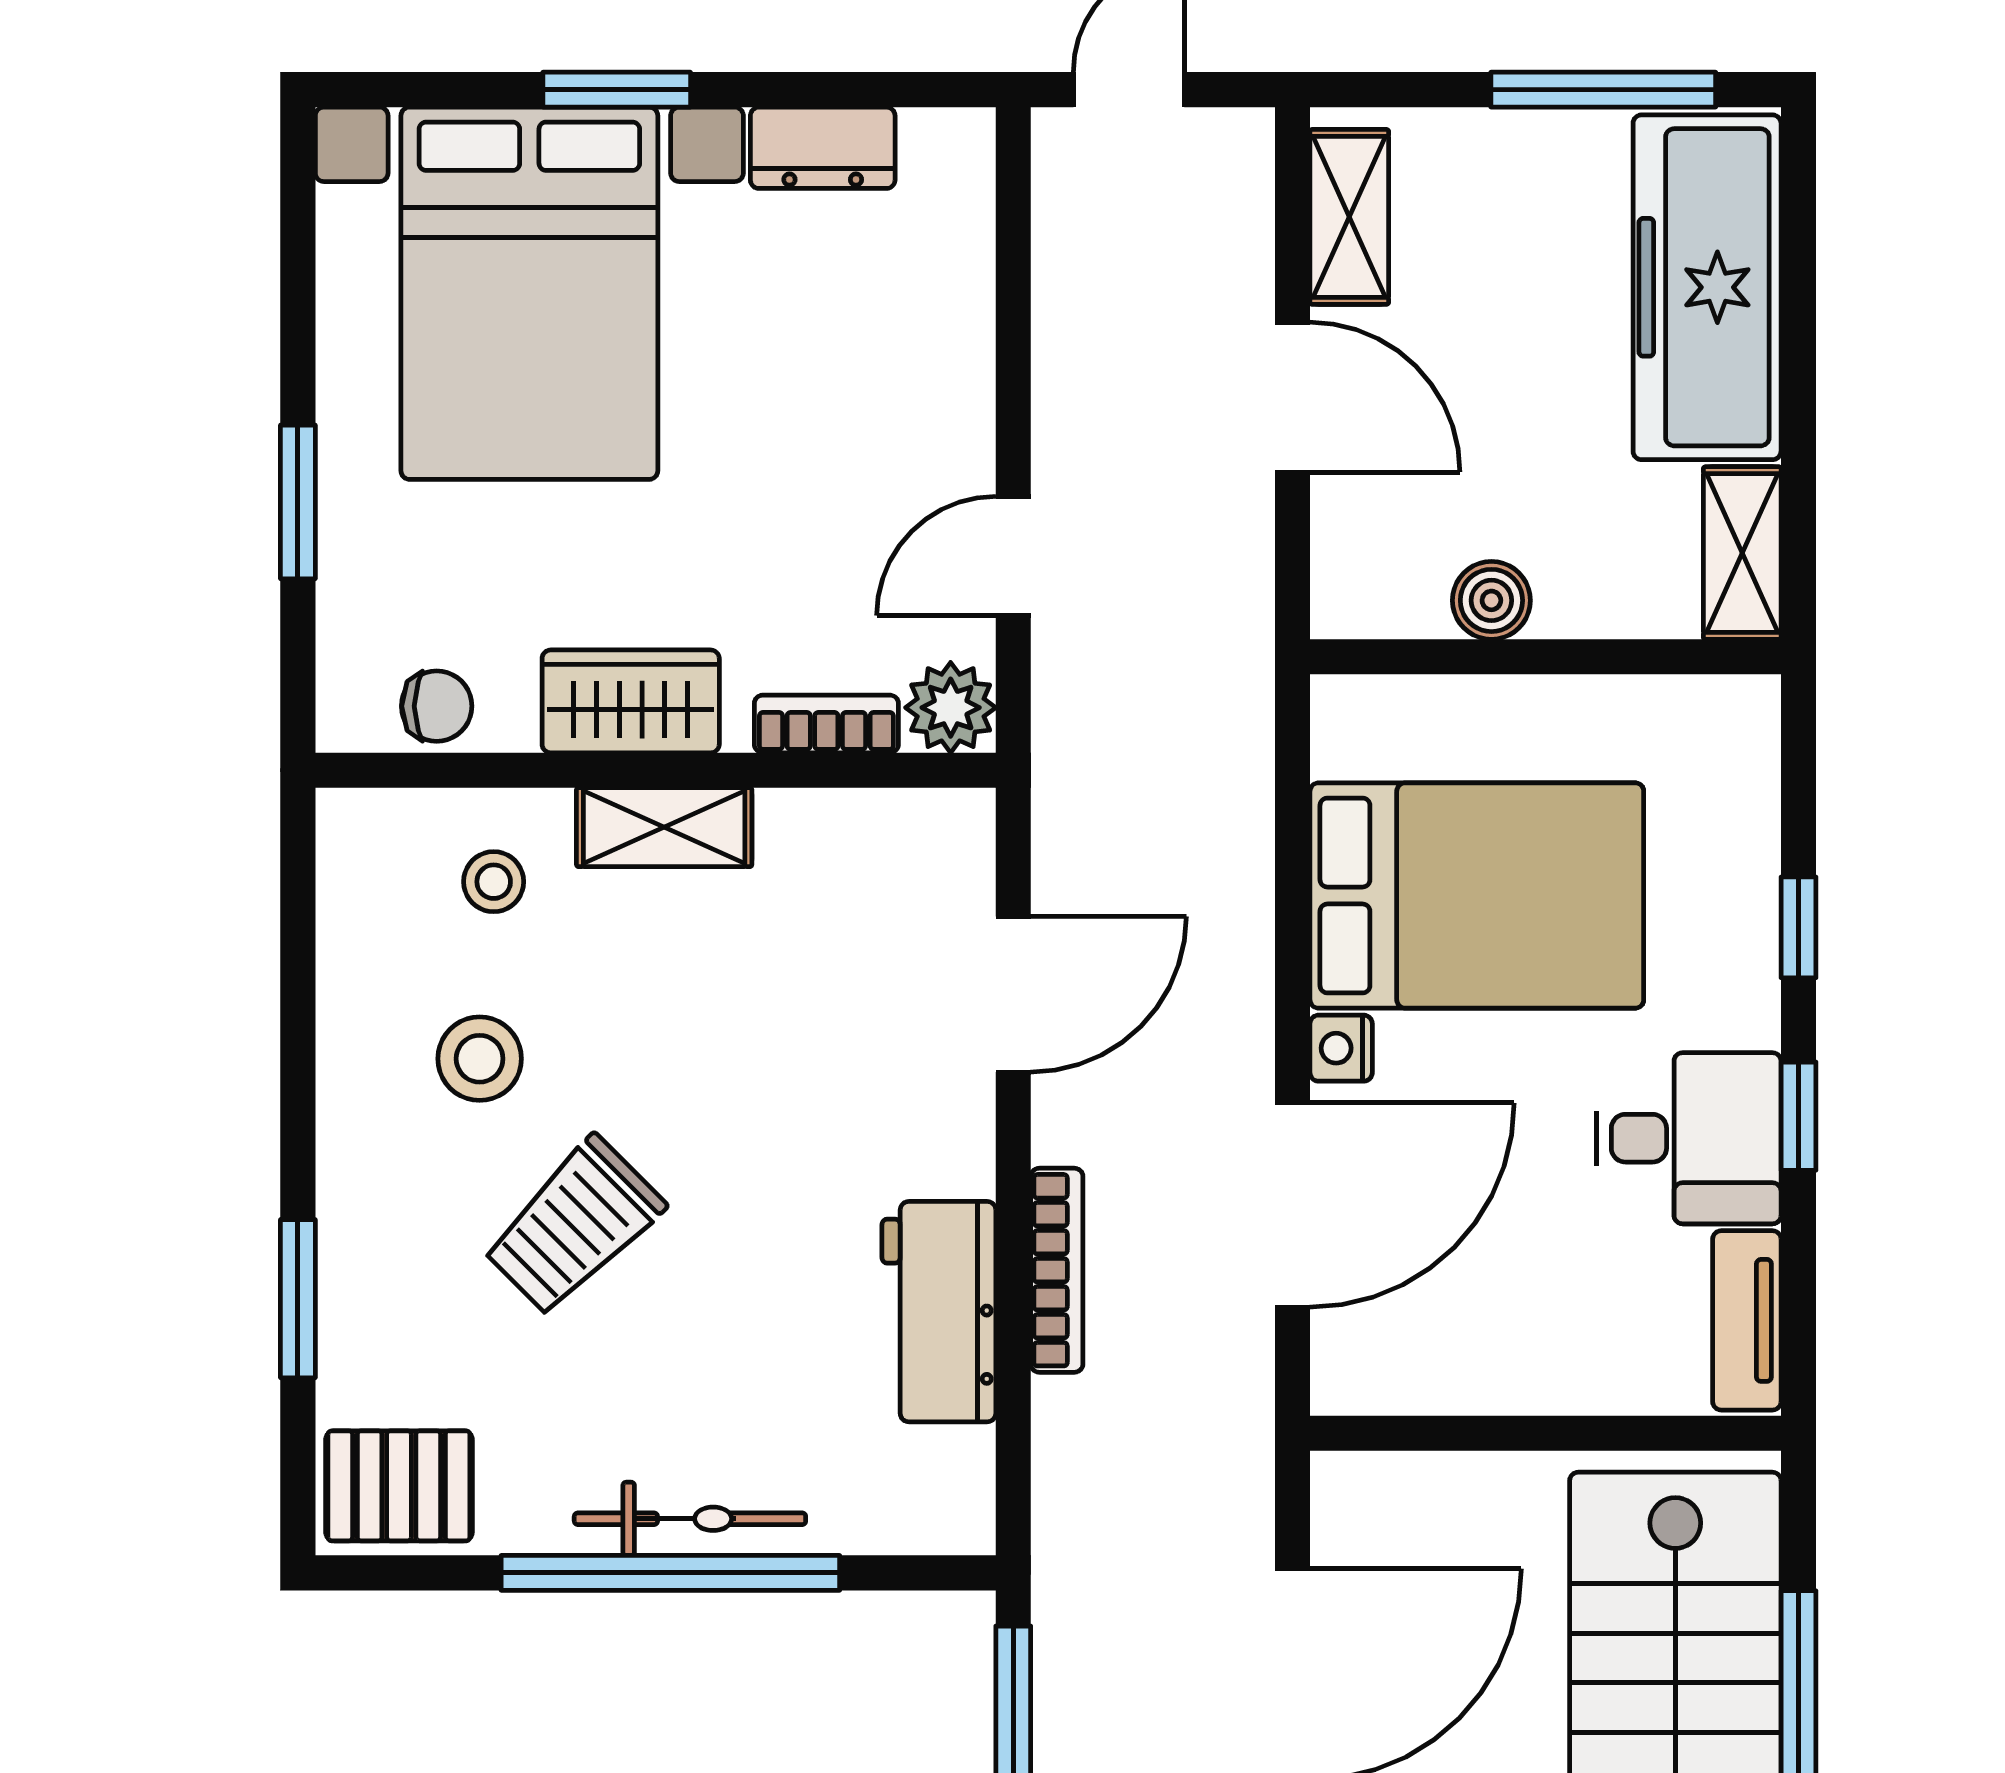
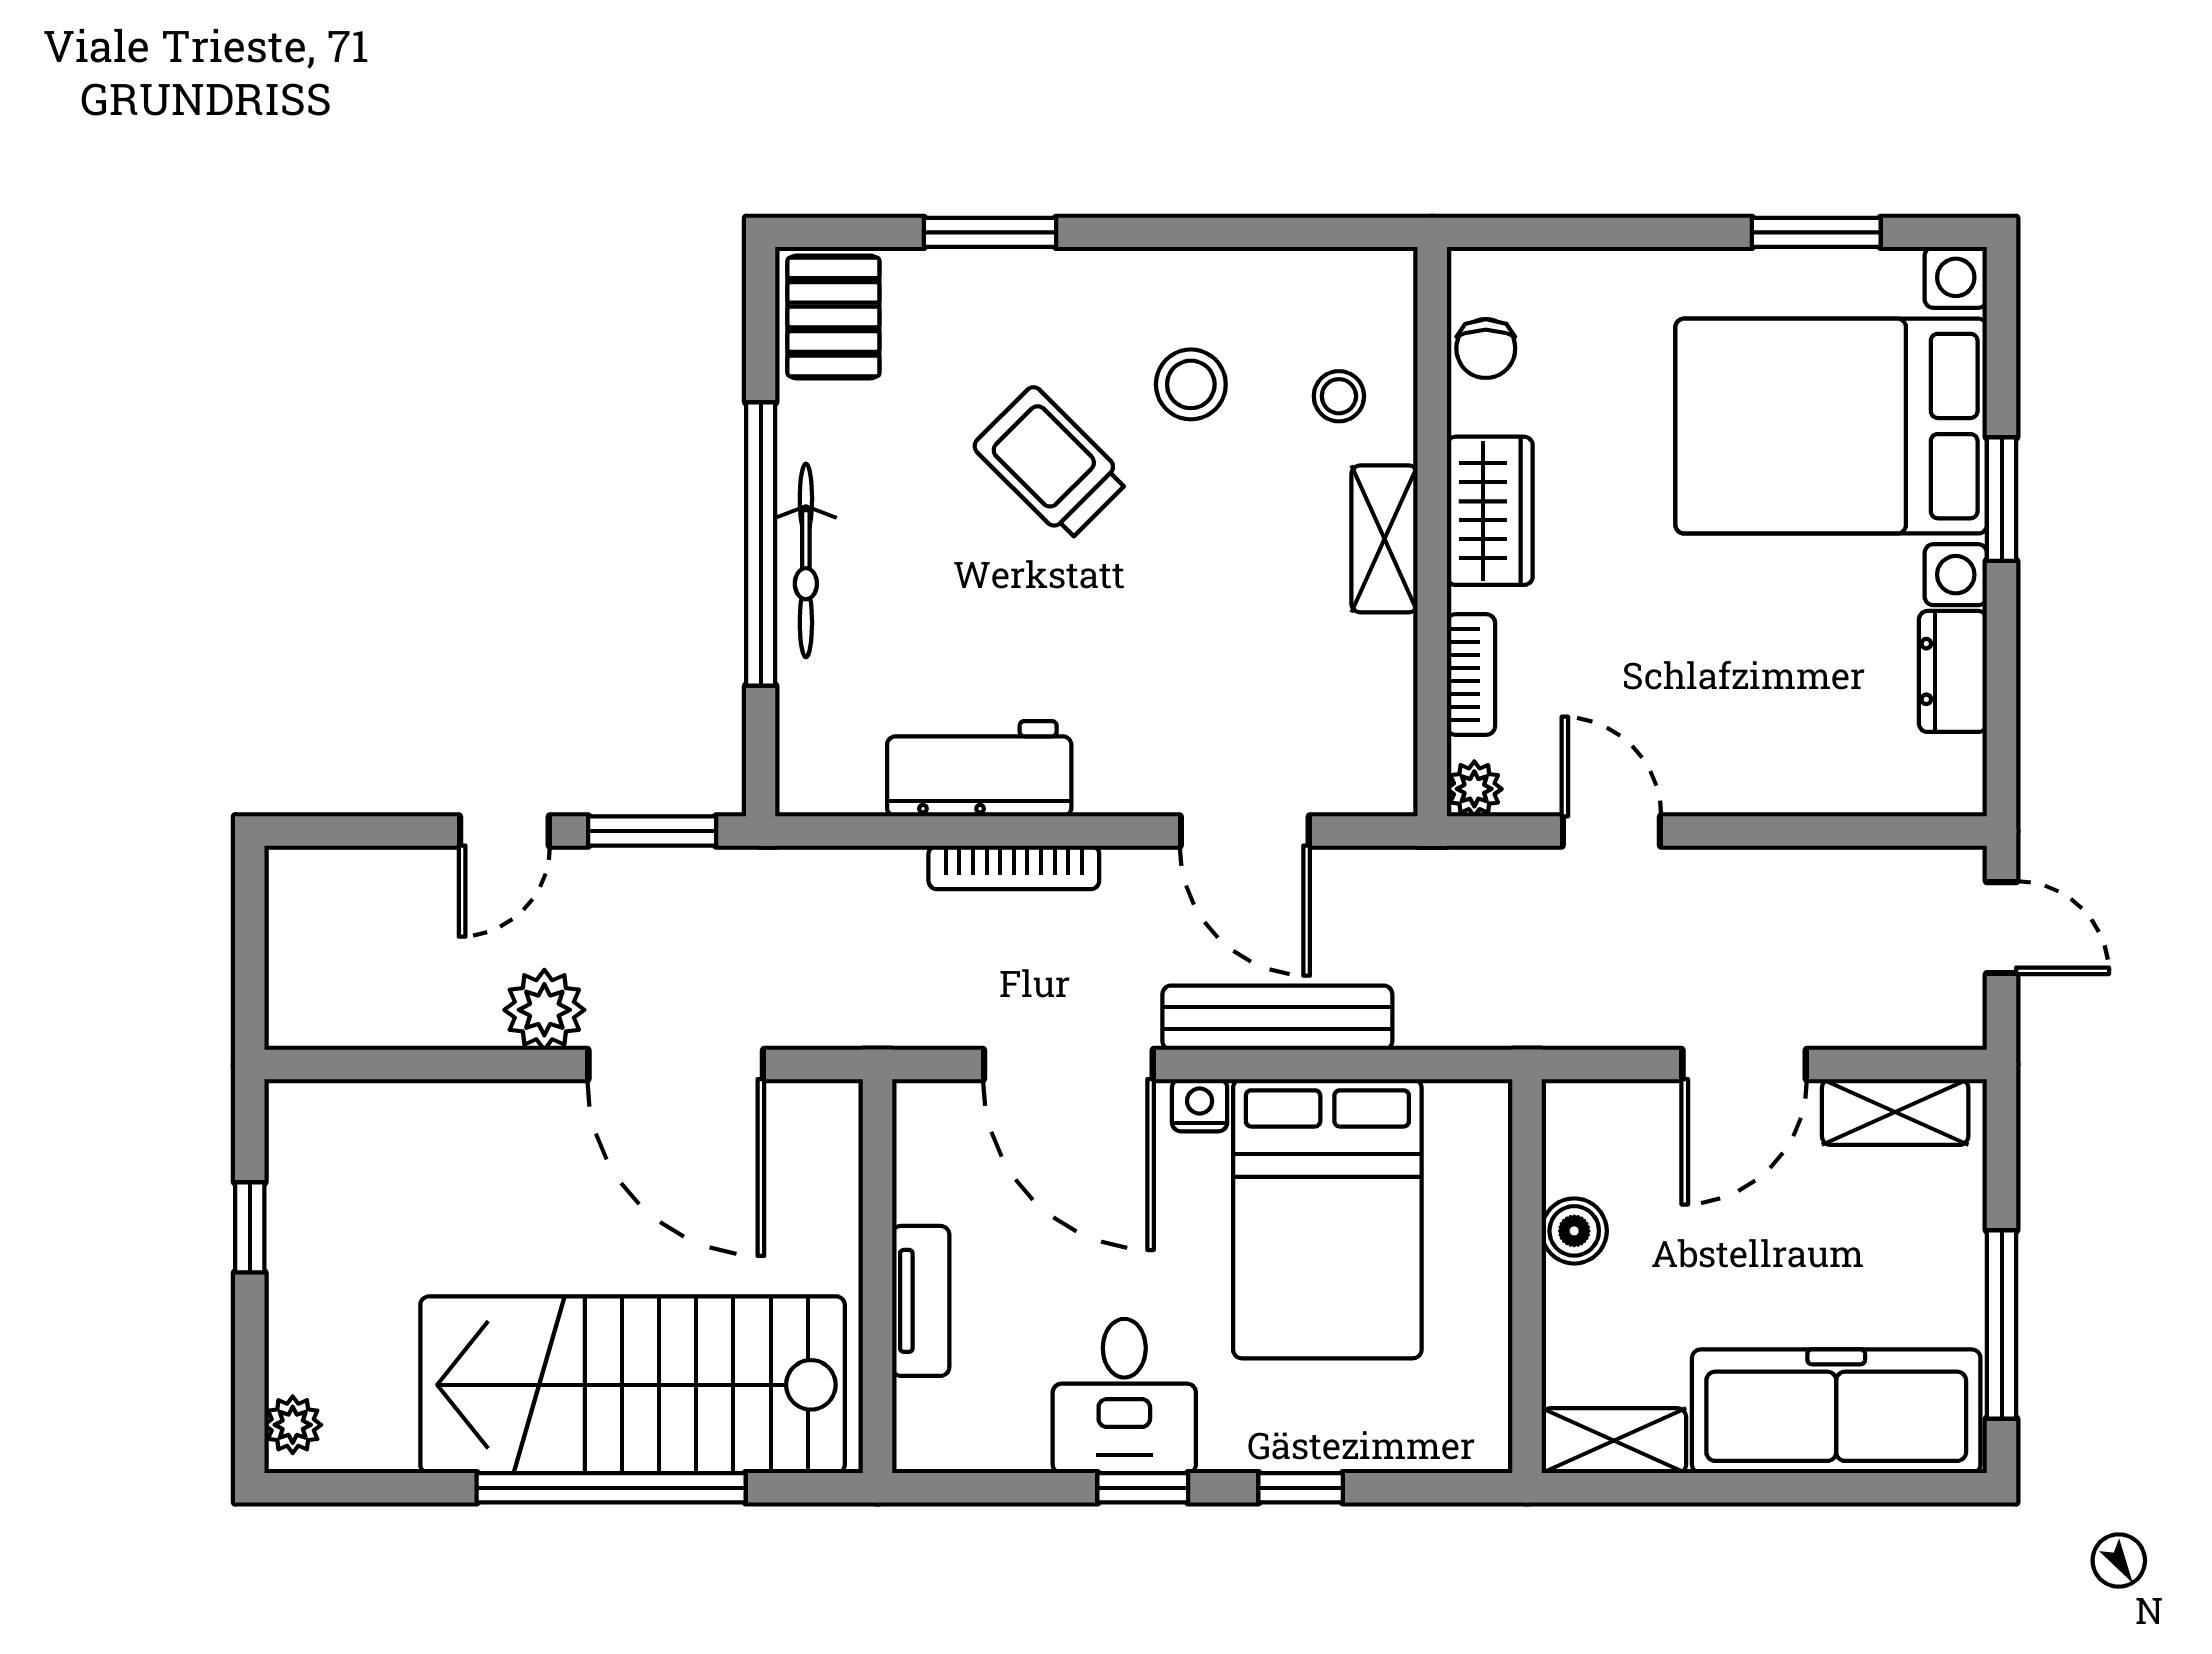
window: (298, 502) -> (1816, 232), moved
plant: (951, 708) -> (1474, 789), width x0.73, depth x0.73
bench: (1237, 955) -> (1277, 1018), added
tv unit: (1747, 1320) -> (921, 1301), moved, turned 90

